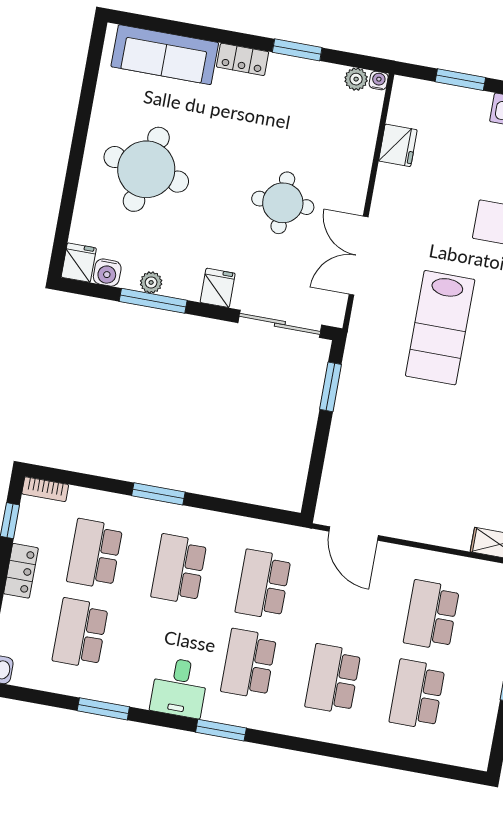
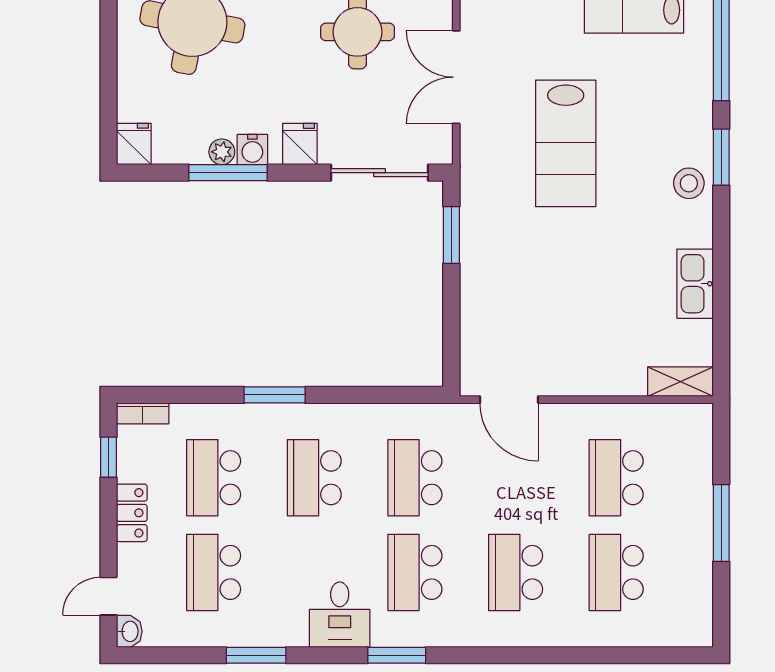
water cooler: (107, 273) -> (252, 150), moved

